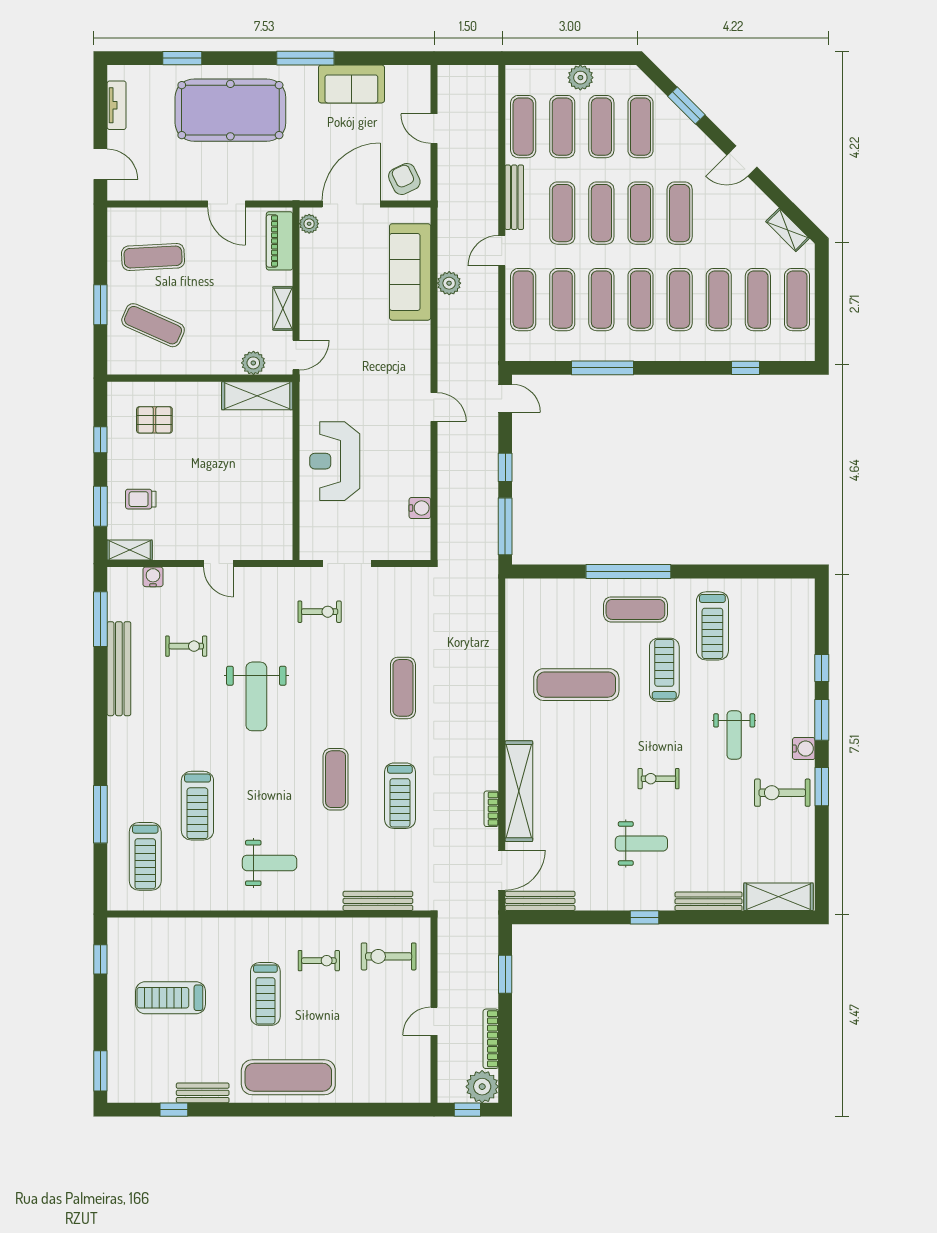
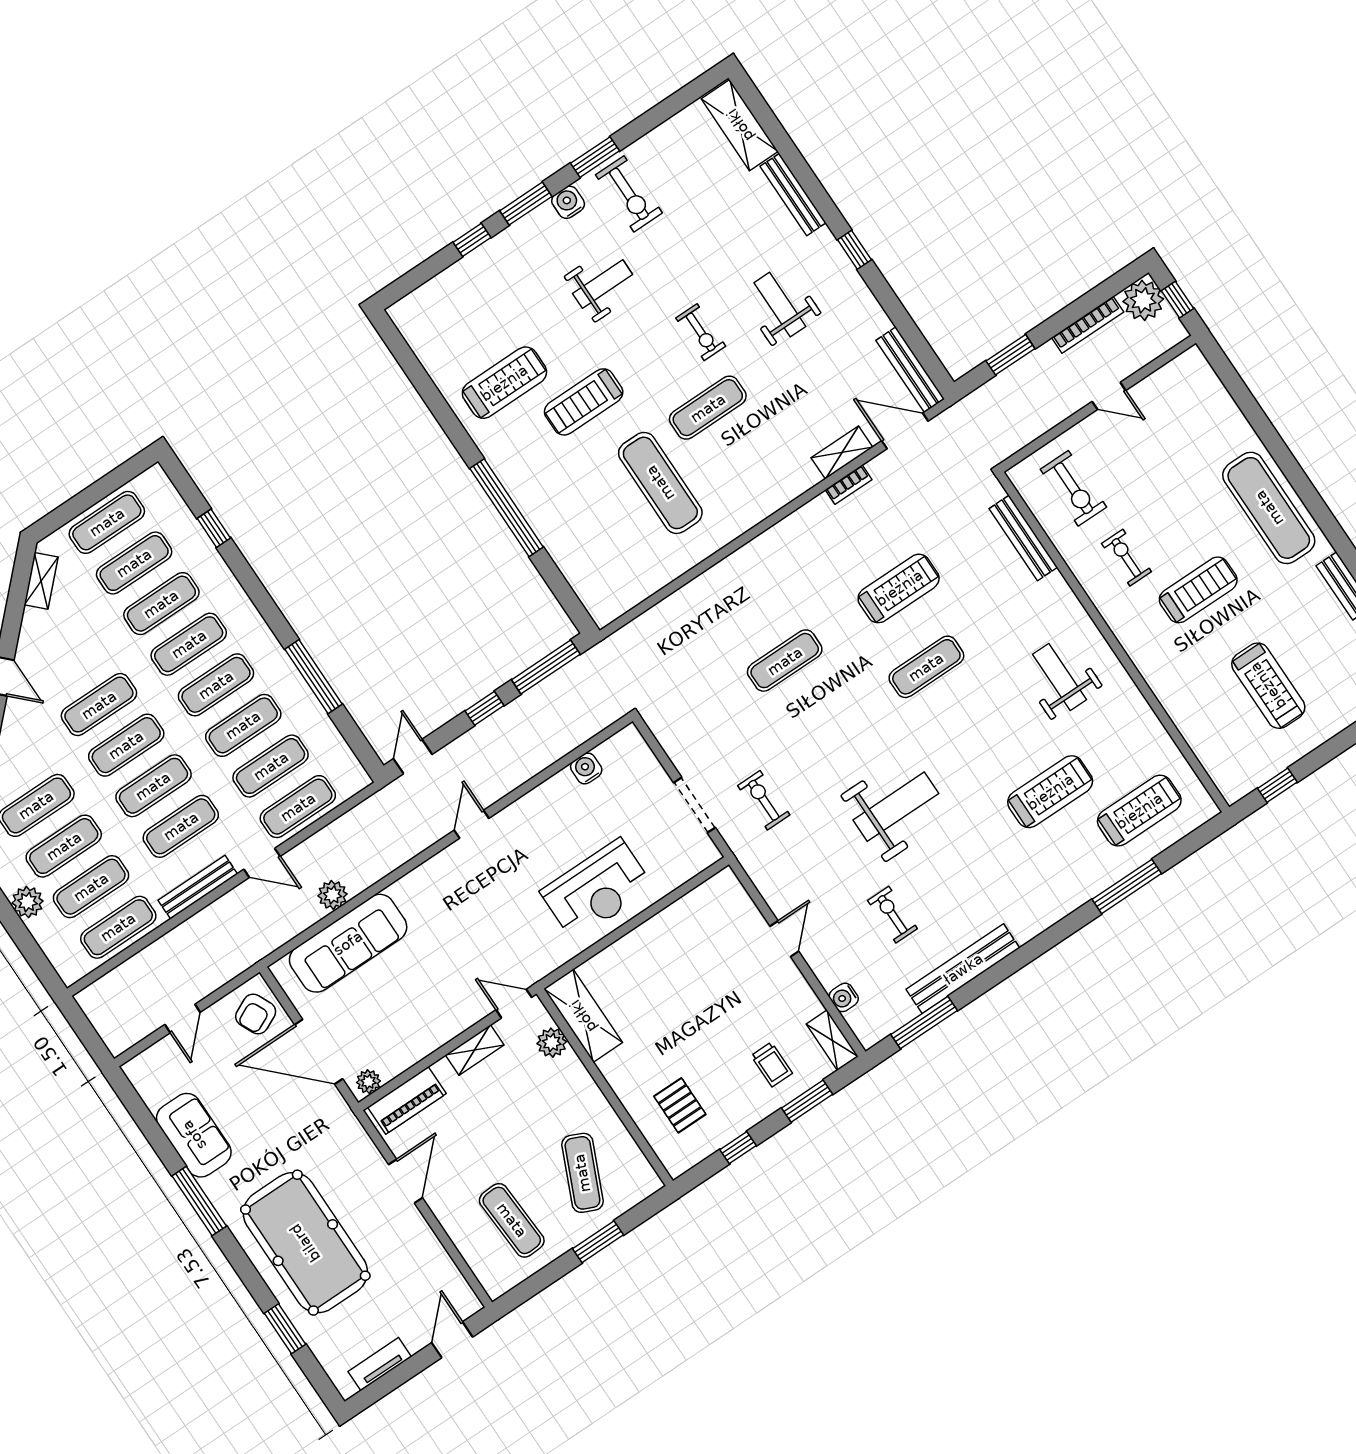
exercise mat: (635, 609) -> (708, 408), moved, turned 90
shelving: (519, 791) -> (842, 453), width x0.45, depth x0.75

